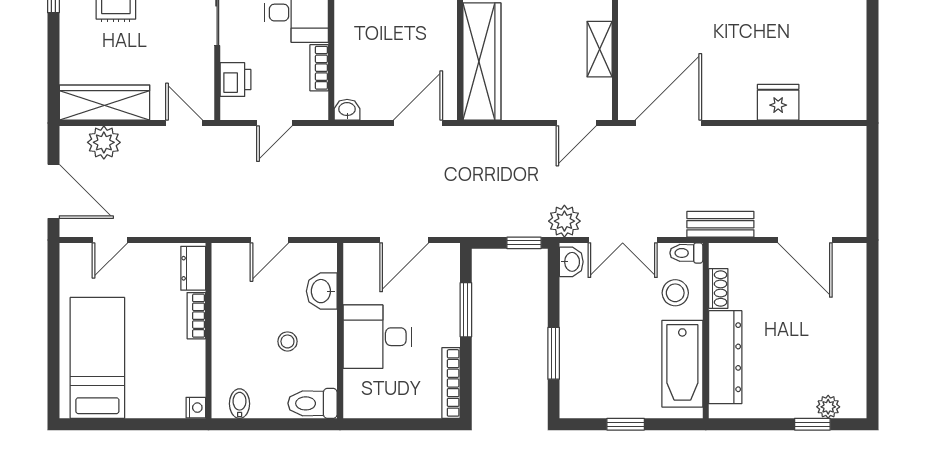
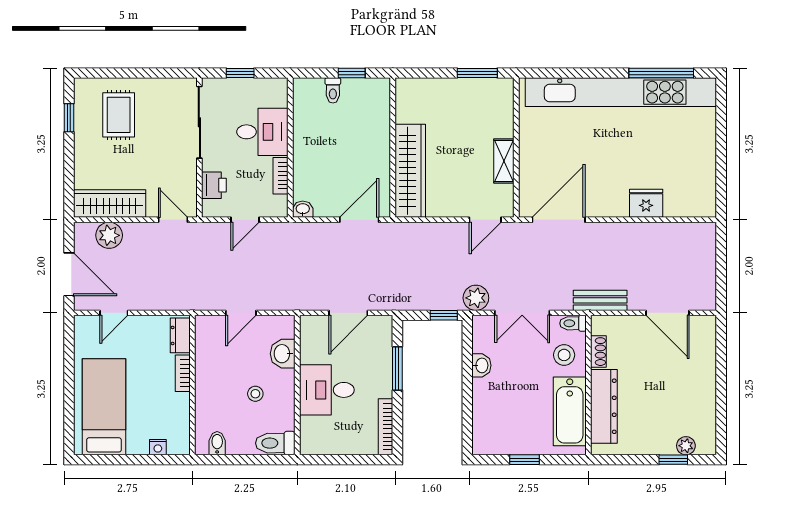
washbasin: (571, 262) -> (481, 365), moved
window: (554, 353) -> (467, 403), removed
nightstand: (196, 408) -> (158, 447), moved, turned 90

